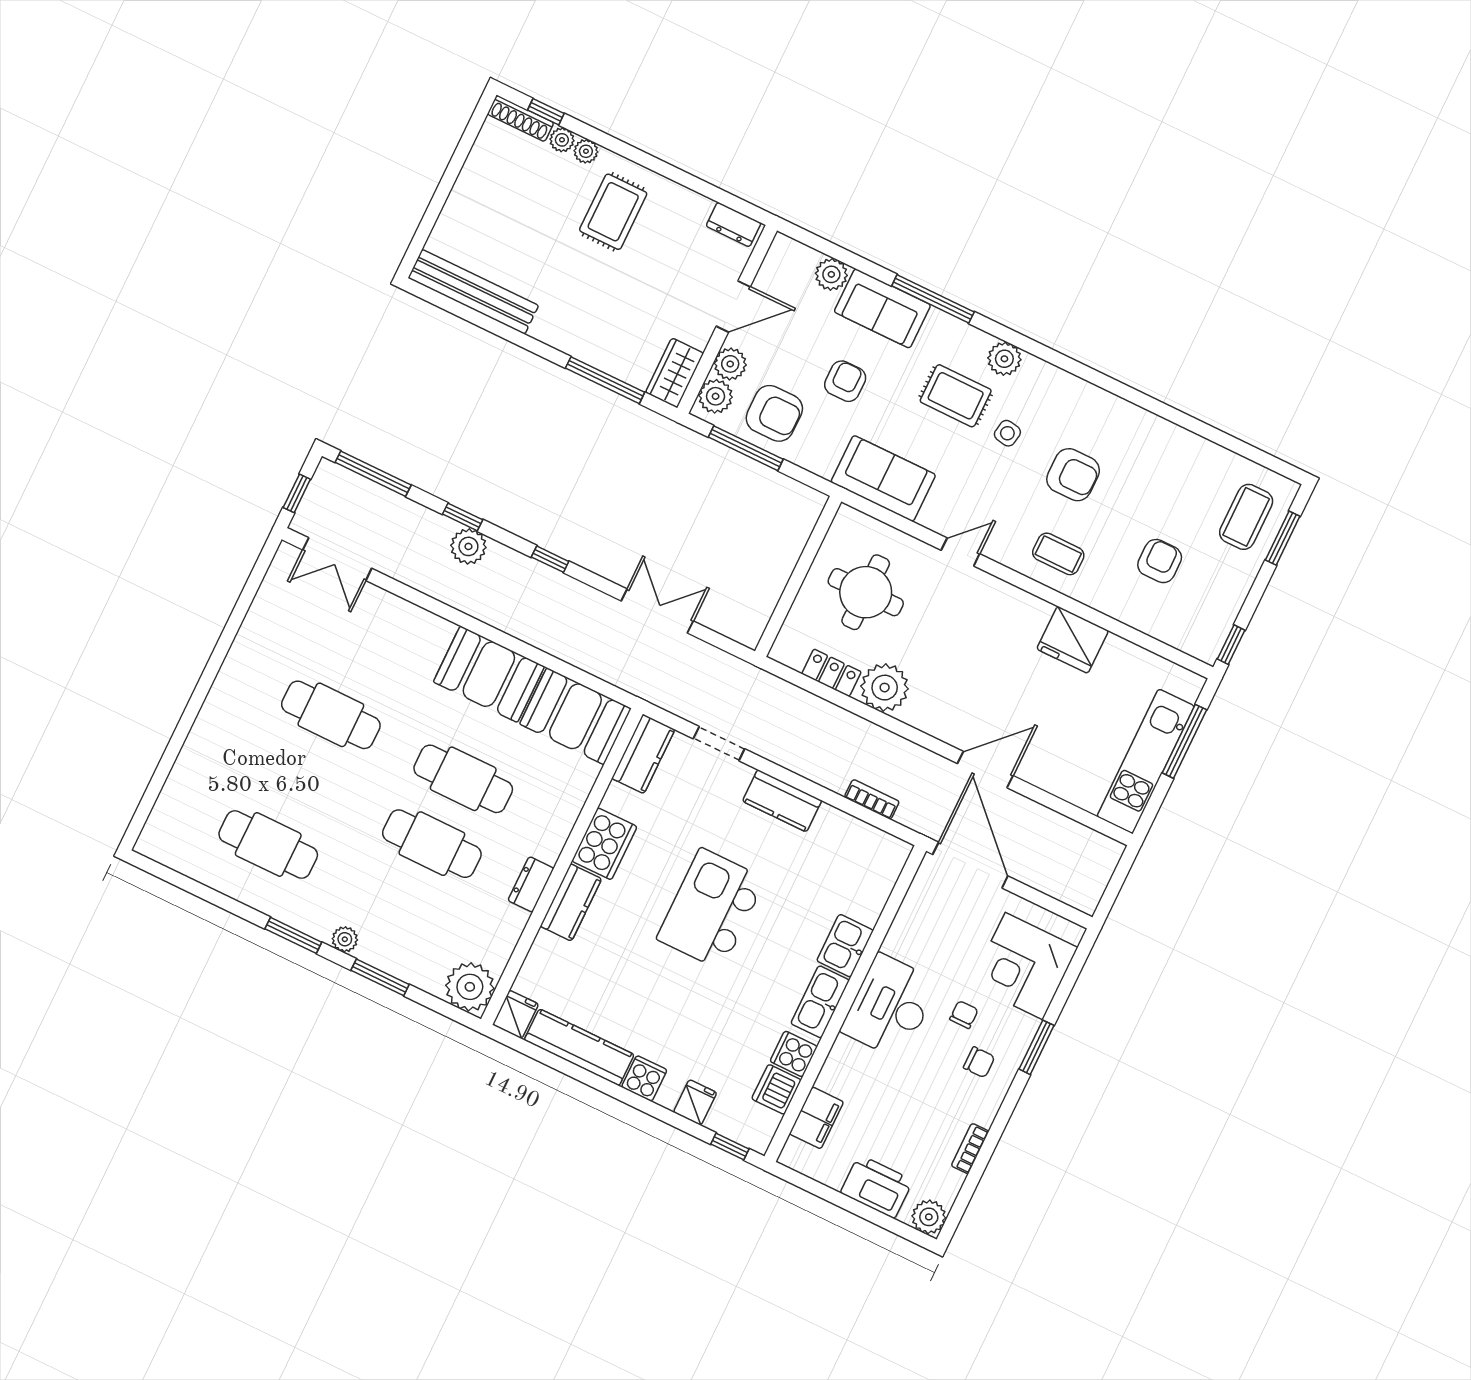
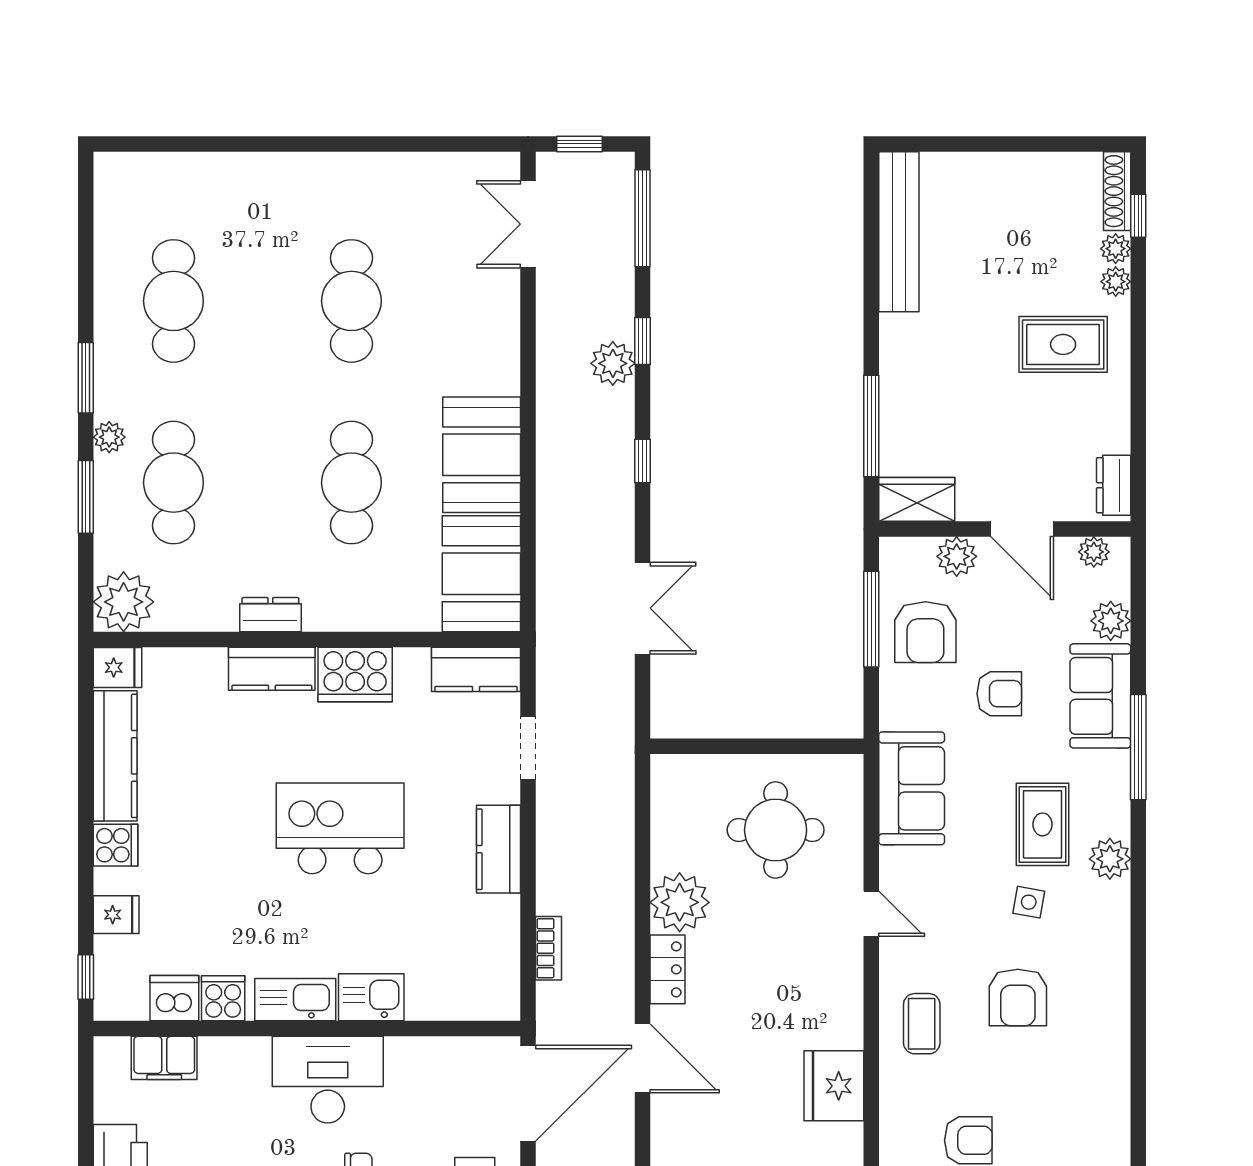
plant: (716, 396) -> (1094, 552), moved, width x0.73, depth x0.73
locker: (831, 673) -> (668, 969), moved
cafe table: (432, 844) -> (173, 483), moved

